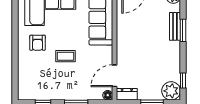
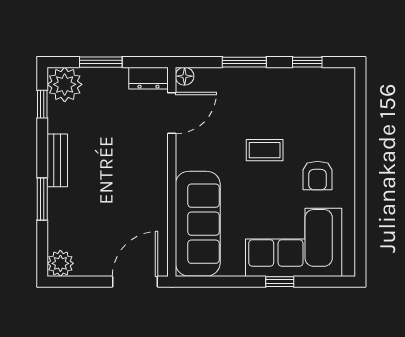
bench: (175, 26) -> (57, 160), moved
armchair: (38, 43) -> (318, 176), turned 180

